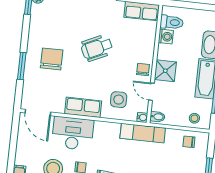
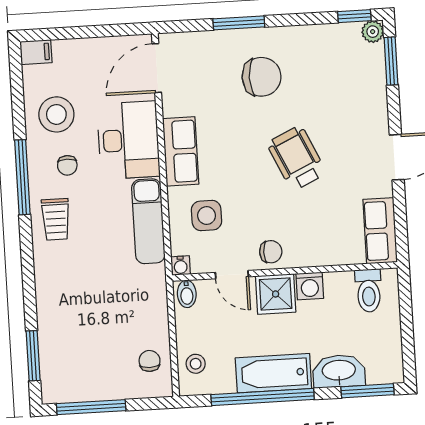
washing machine: (166, 37) -> (310, 286), moved
door: (151, 92) -> (232, 275), swing flipped
exam couch: (143, 133) -> (148, 221), moved

